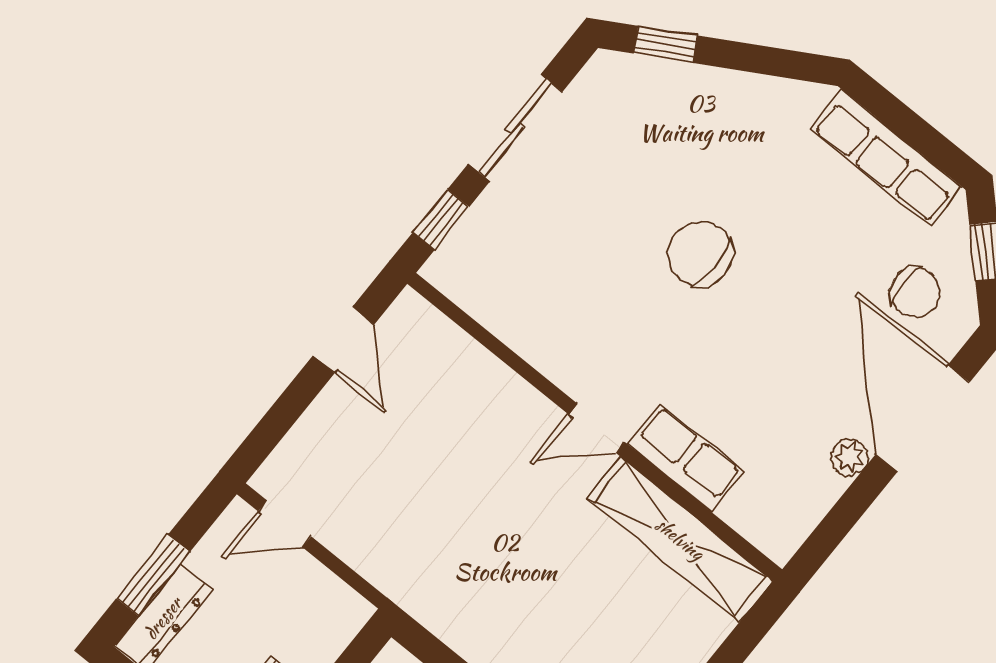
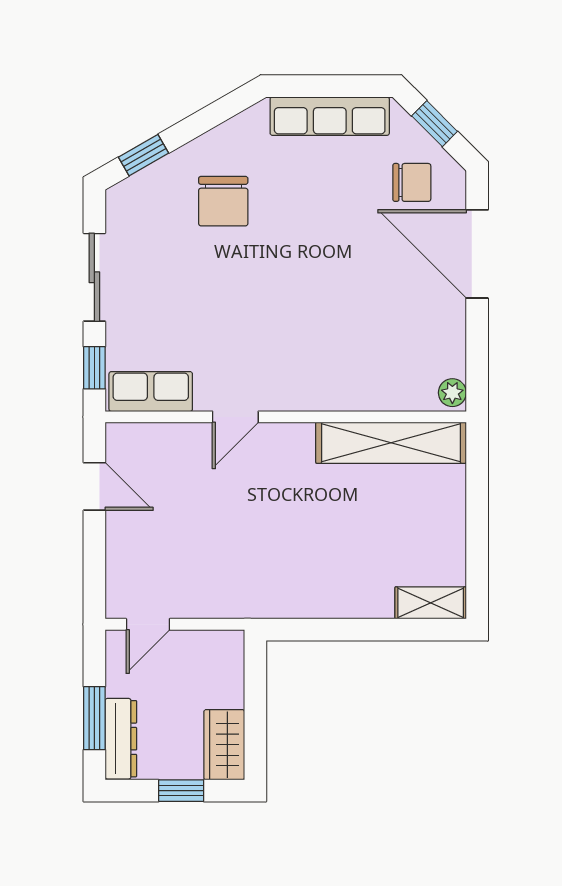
chair: (700, 254) -> (223, 201), moved, turned -90
door: (597, 428) -> (235, 417), moved
plant: (849, 457) -> (452, 393), moved
row of seats: (686, 458) -> (151, 392), moved

